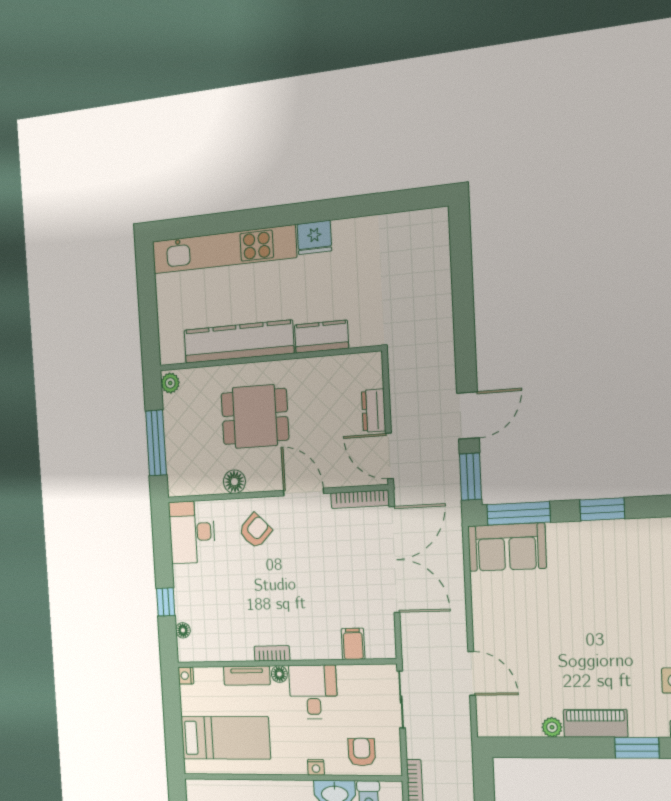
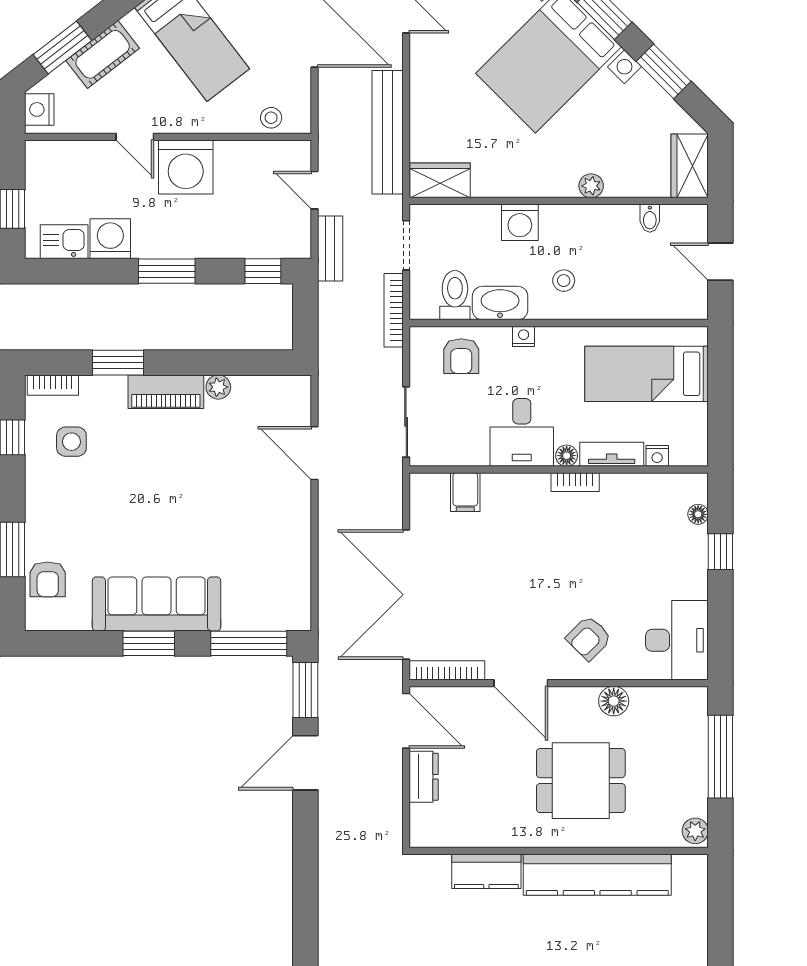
sofa: (507, 547) -> (156, 604), moved, width x1.36
nightstand: (186, 676) -> (657, 456), moved, turned 90

